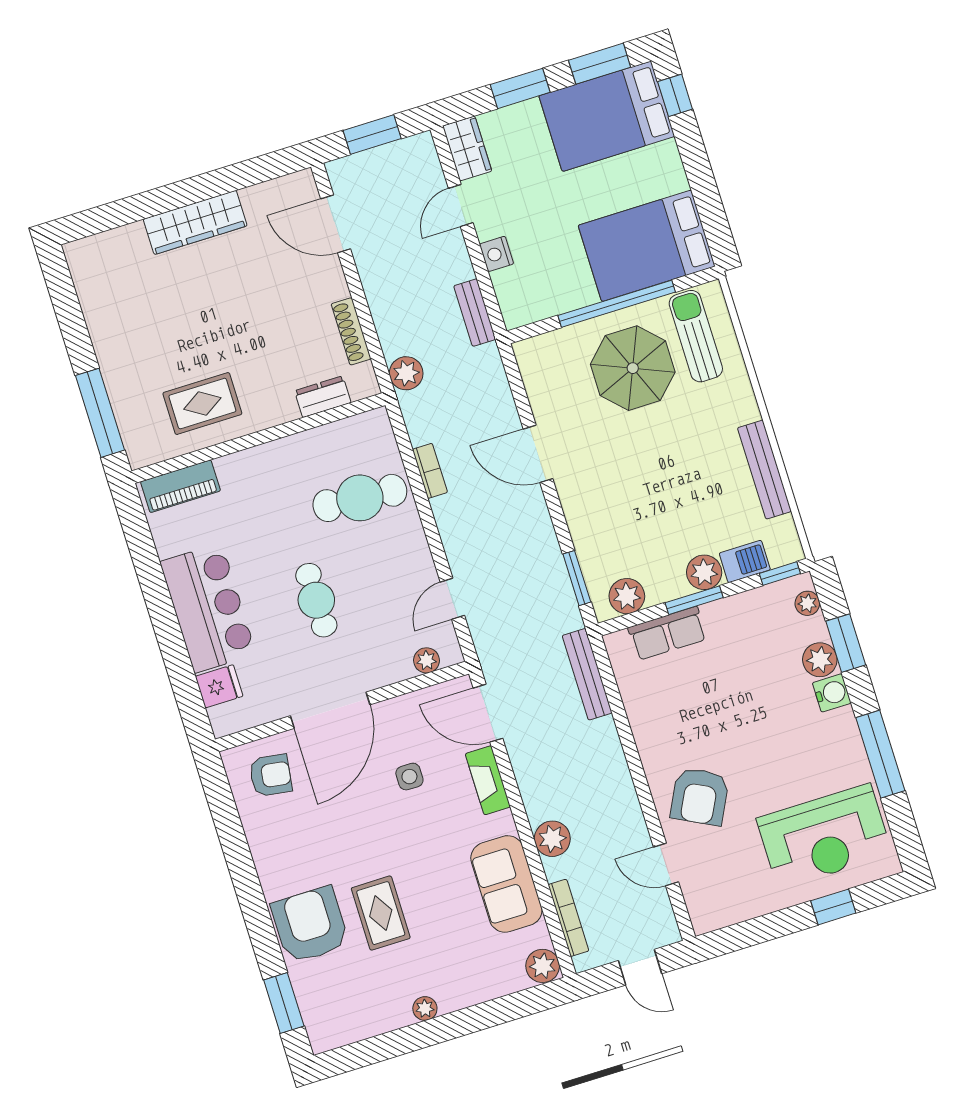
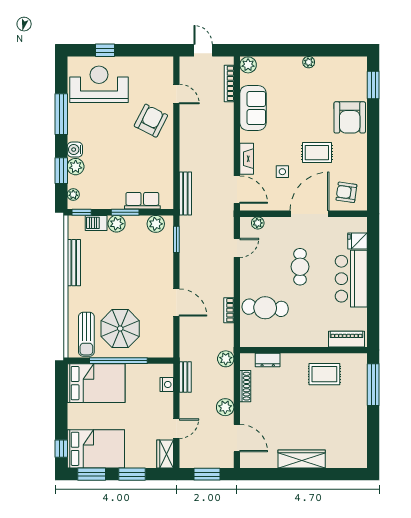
nightstand: (497, 254) -> (167, 384), moved
plant: (552, 839) -> (225, 407), moved
rug: (381, 913) -> (317, 153), moved, turned 90

